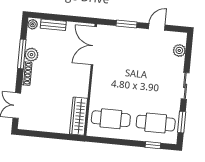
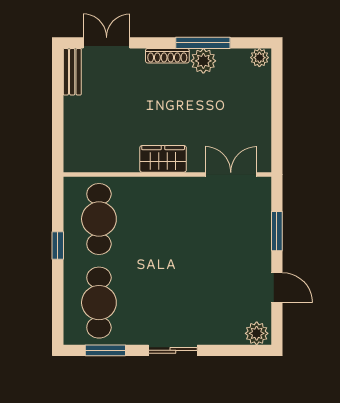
bench: (53, 25) -> (72, 72), moved
double door: (94, 46) -> (231, 174), width x0.73
plant: (179, 50) -> (257, 333), moved
wardrobe: (79, 116) -> (163, 159), moved, width x0.67
window: (153, 145) -> (58, 245), moved

